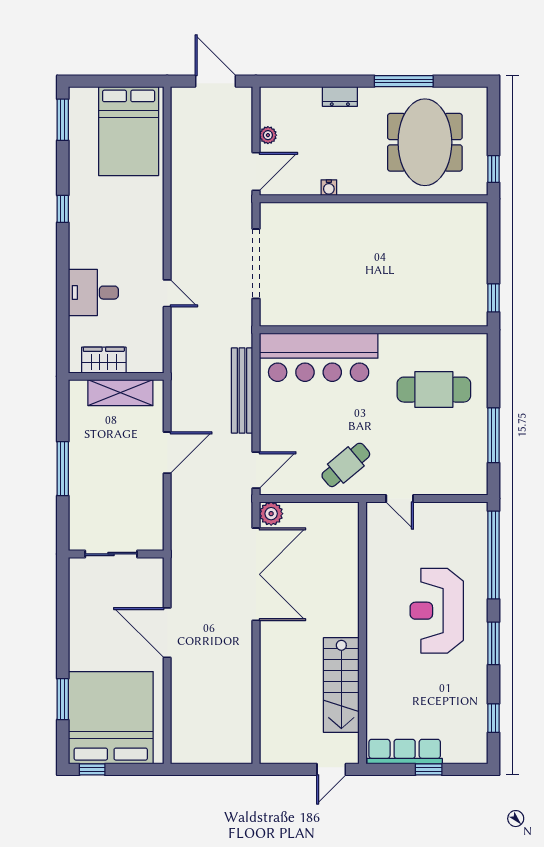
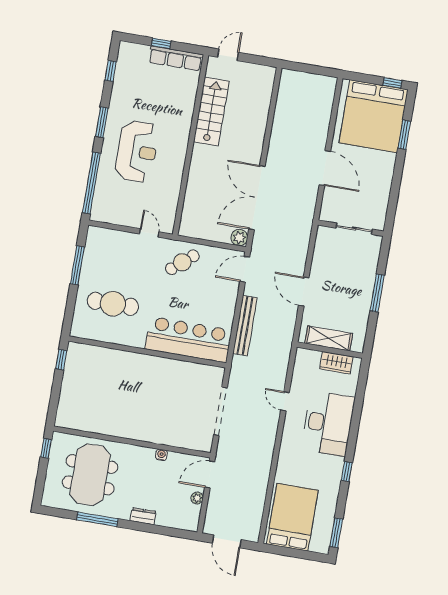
desk: (93, 293) -> (328, 423), width x1.87, depth x1.30
door: (167, 453) -> (304, 292), hinge flipped

